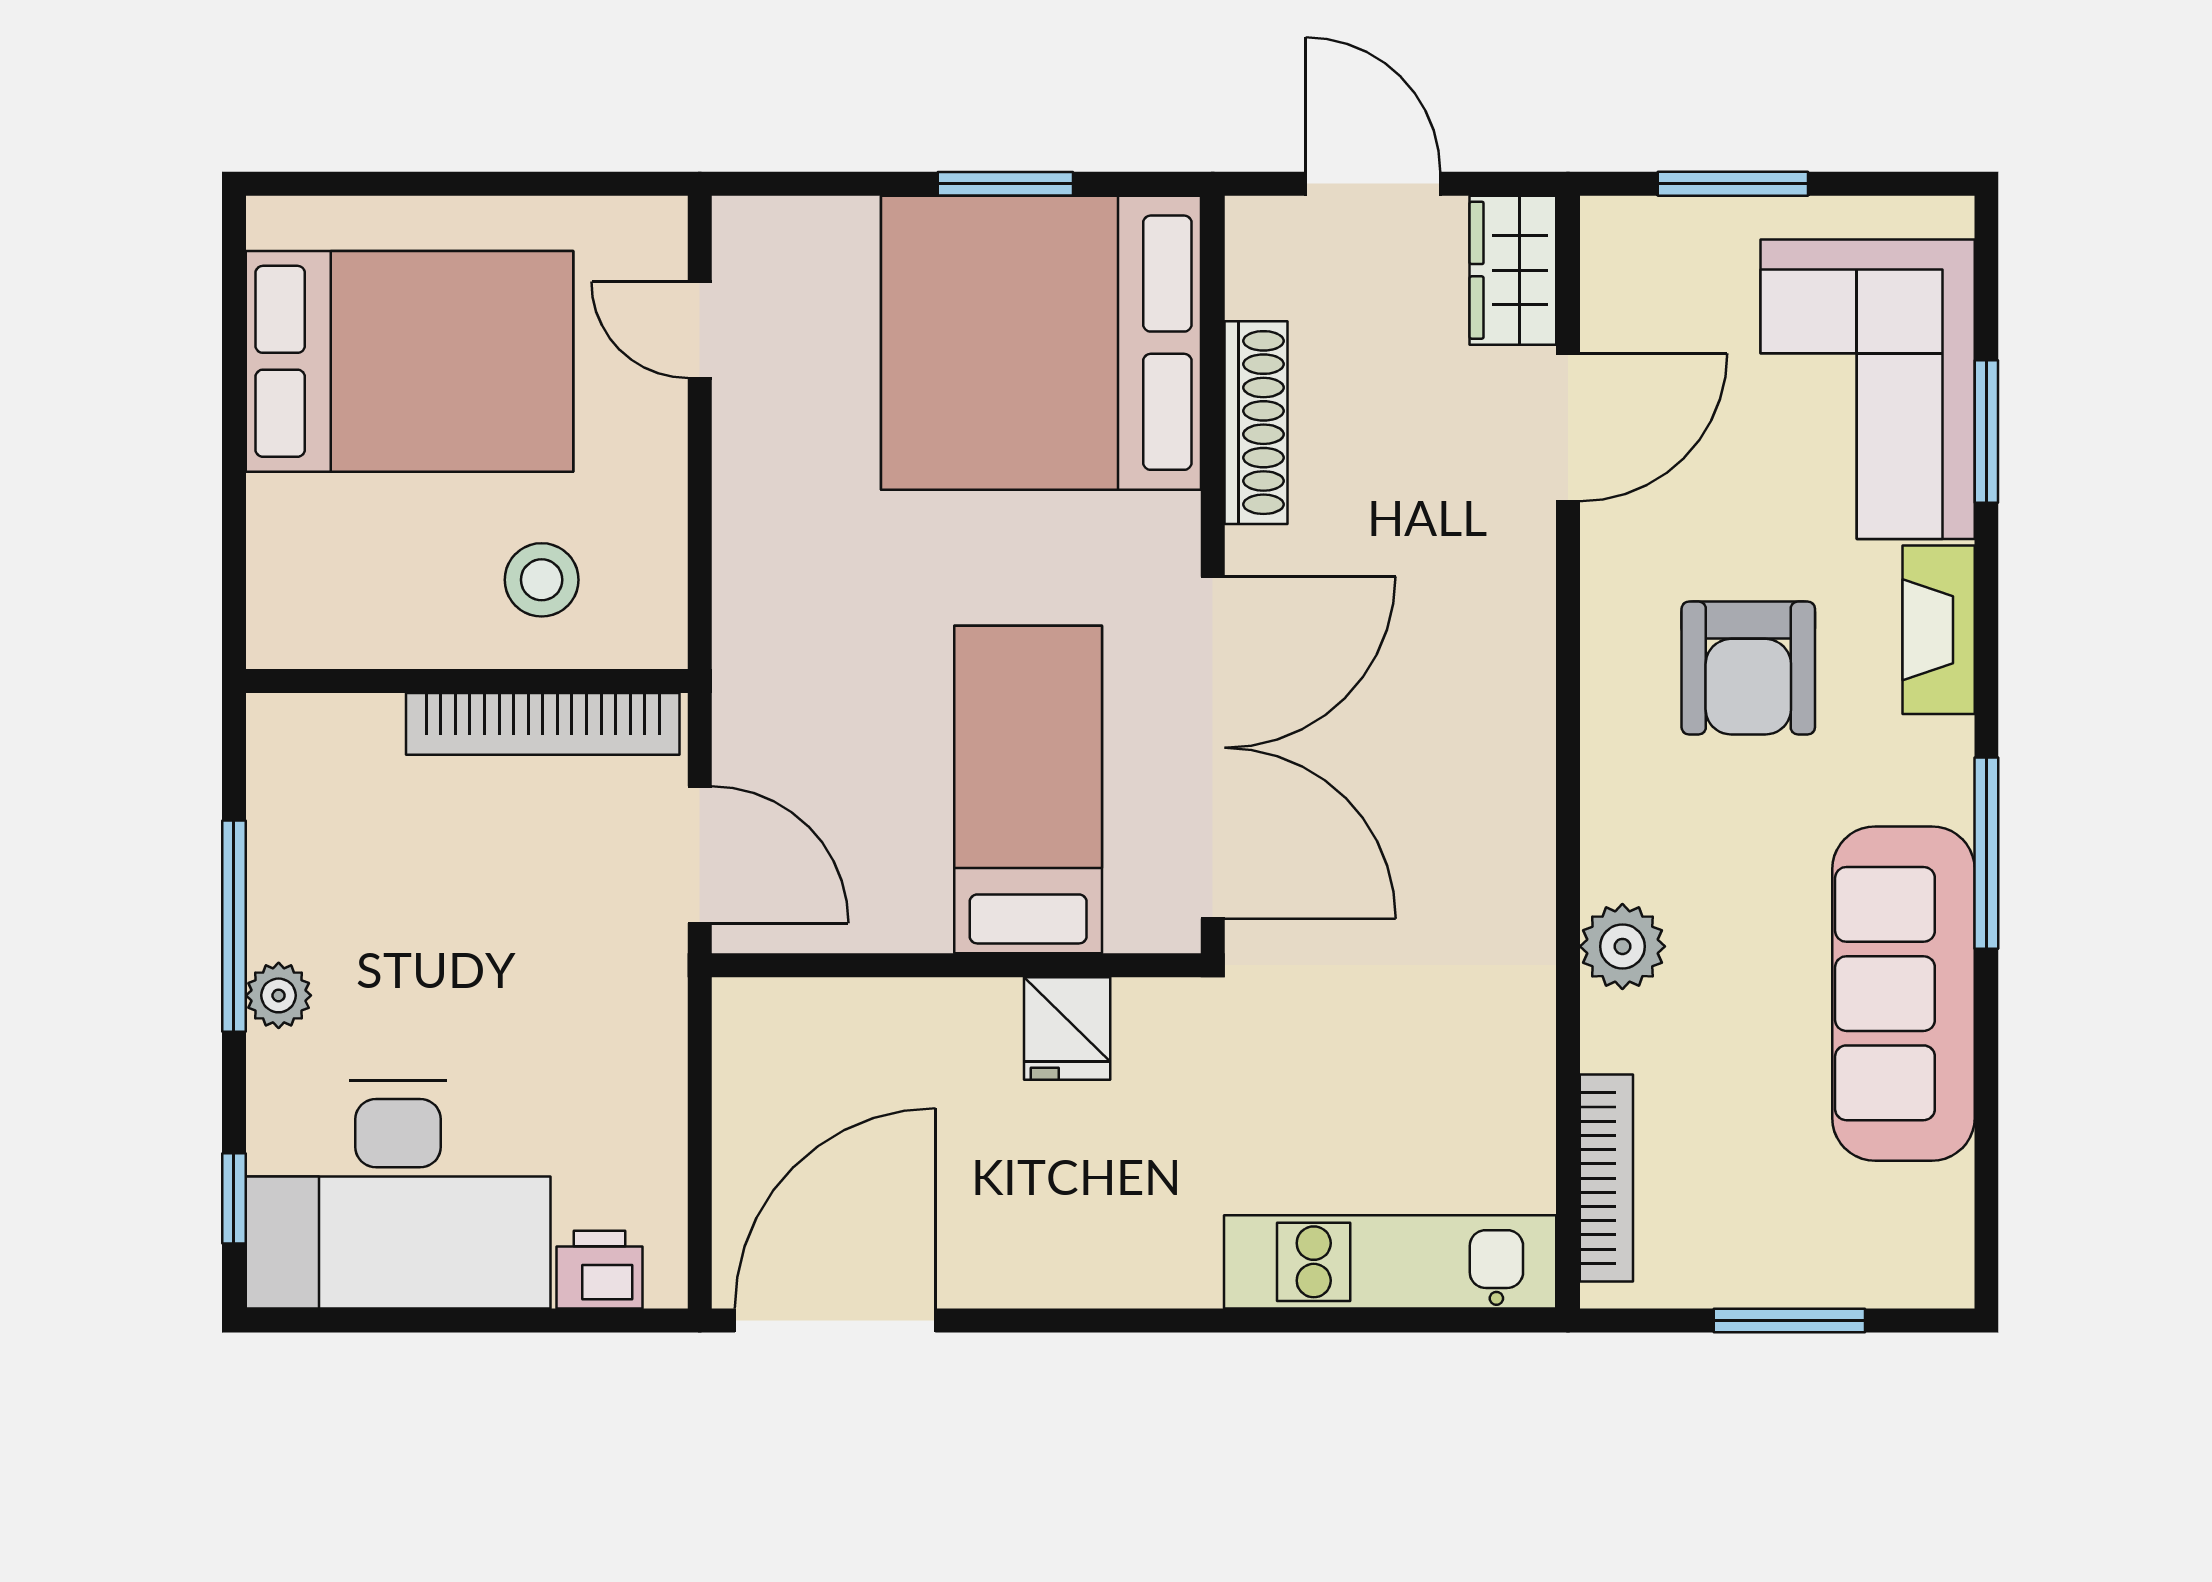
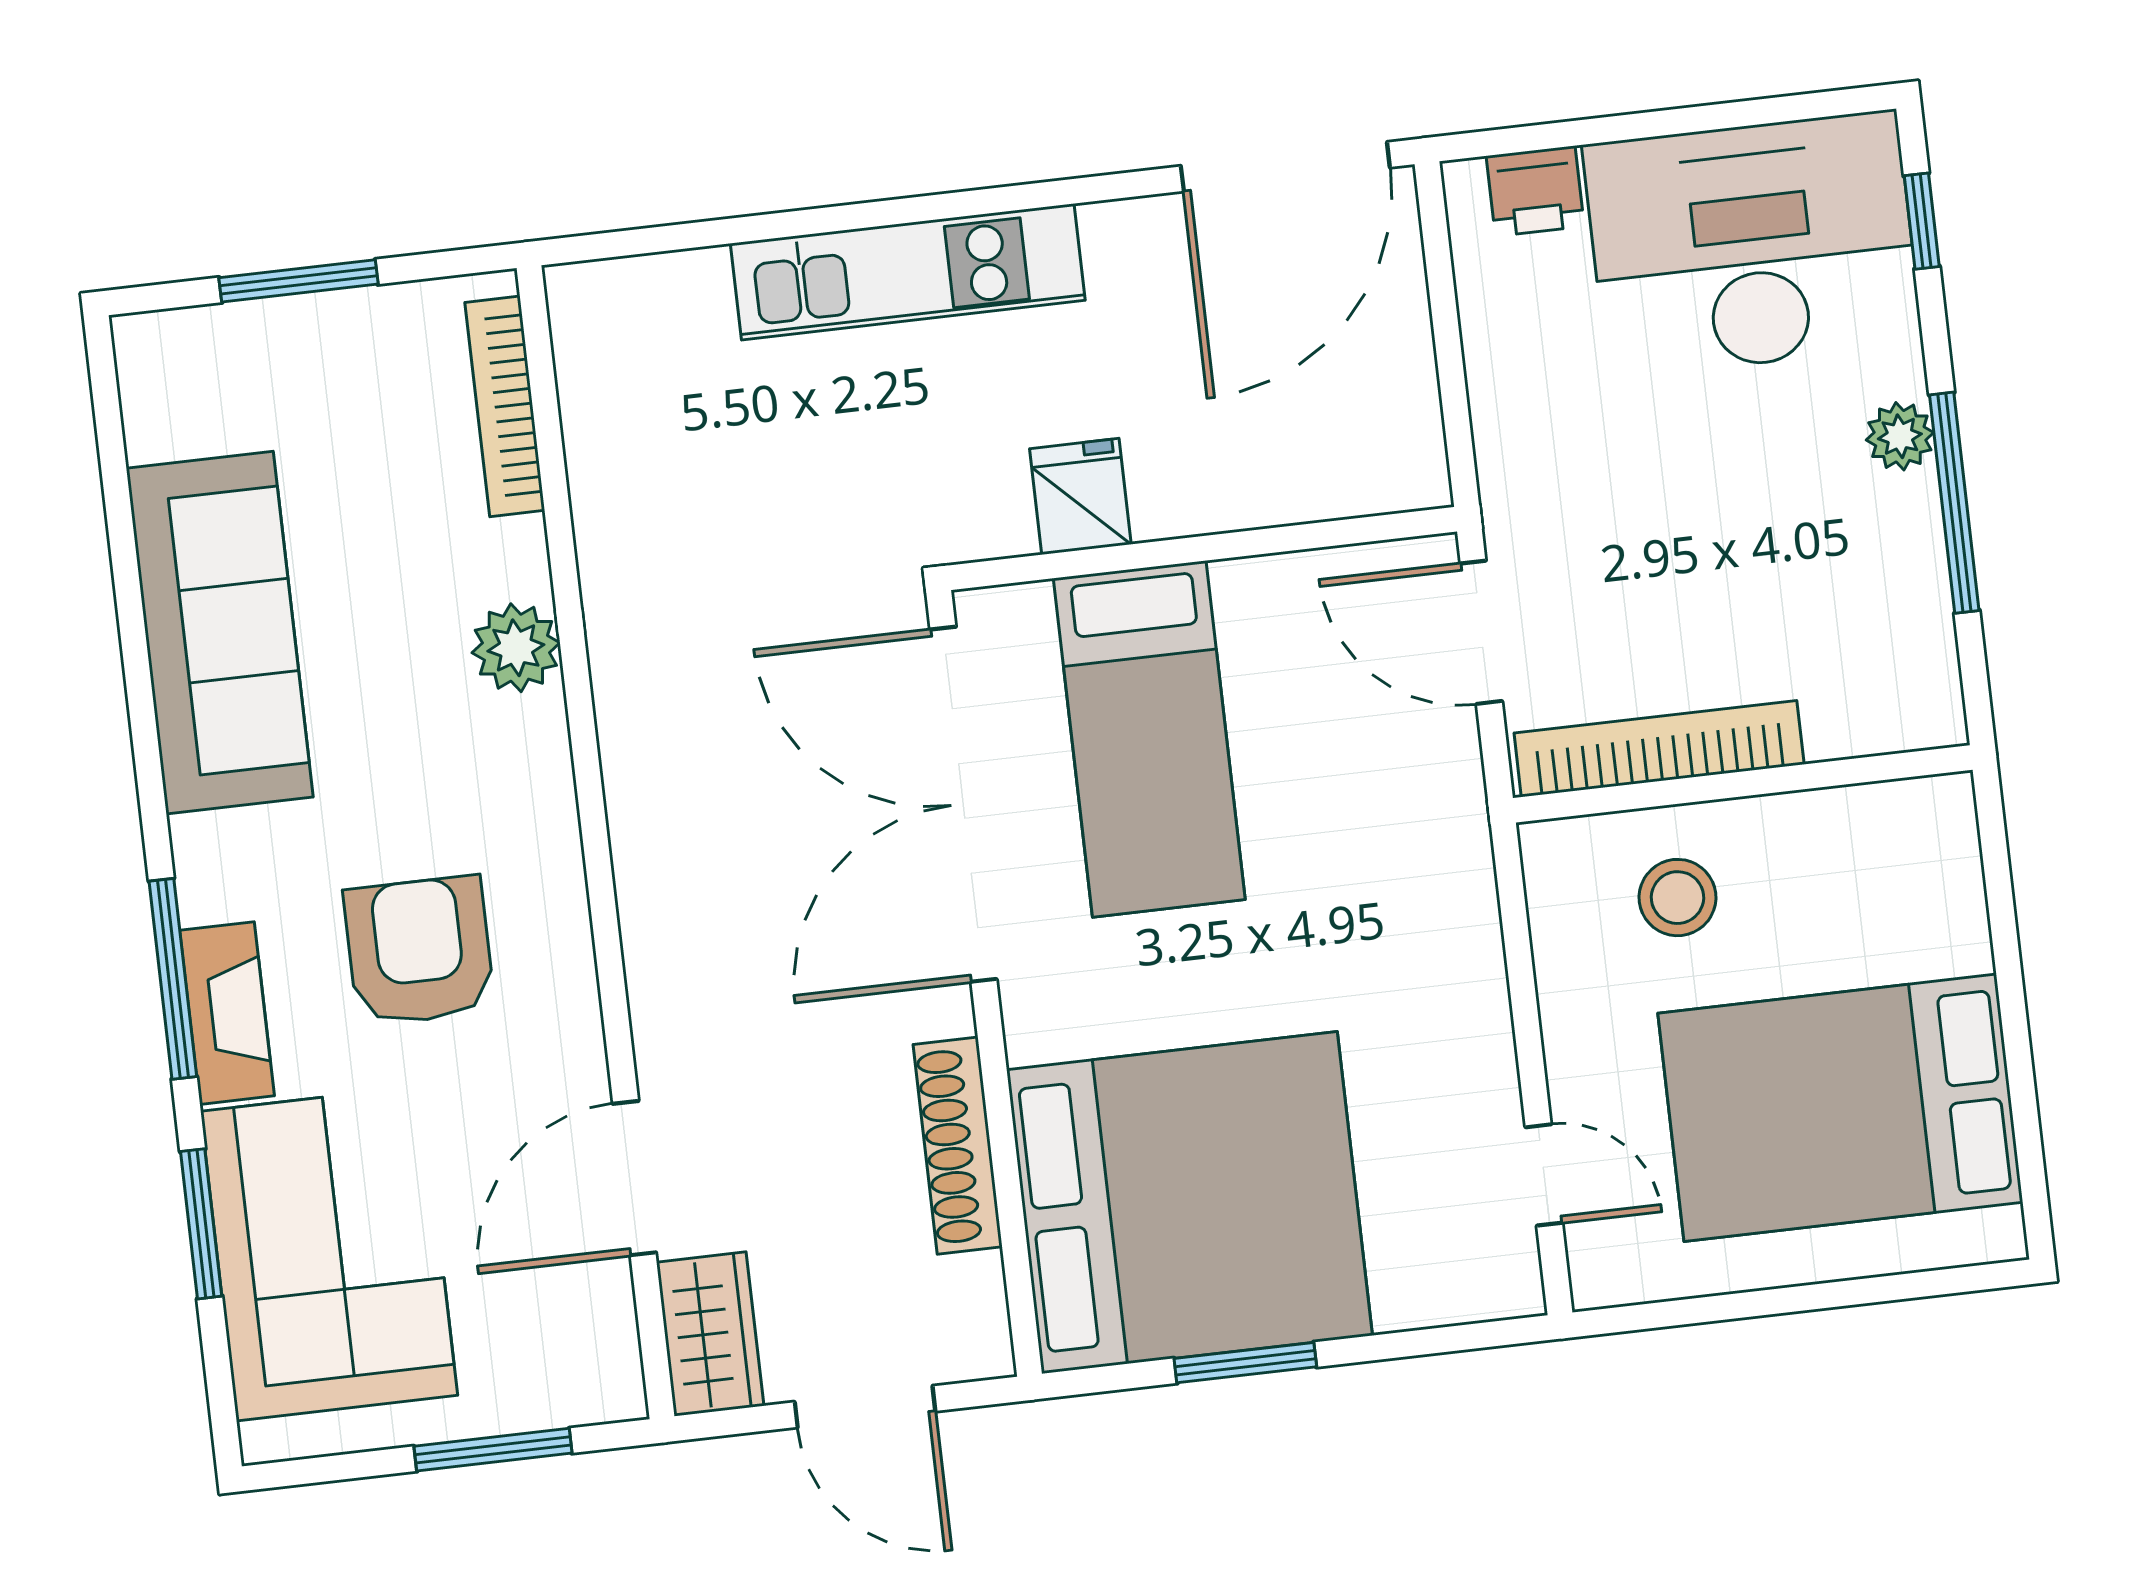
window: (1986, 853) -> (173, 979), moved
kitchen unit: (1390, 1262) -> (908, 272), moved

